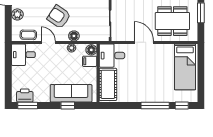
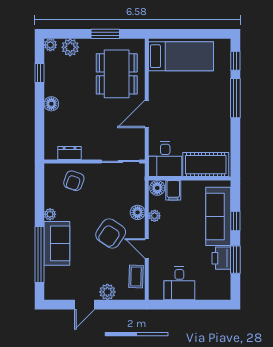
door: (48, 42) -> (147, 248), hinge flipped
desk: (23, 55) -> (179, 283), moved
printer: (25, 95) -> (221, 258), moved
window: (28, 105) -> (235, 260), moved

